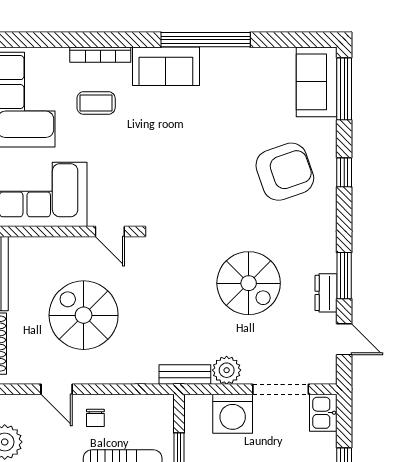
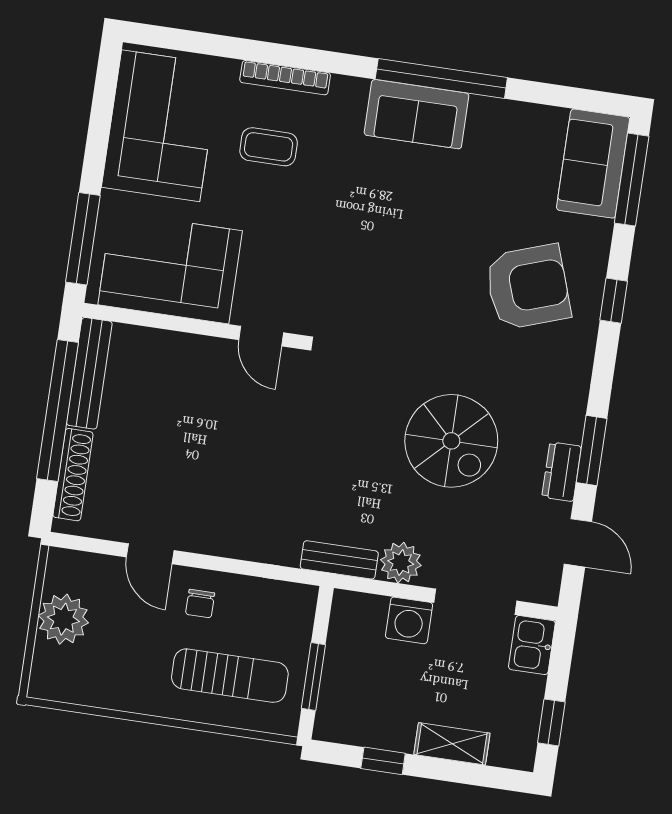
sofa: (166, 66) -> (417, 114), moved
spiral stairs: (84, 315) -> (205, 452), removed
washing machine: (233, 414) -> (409, 620), width x0.73, depth x0.73

